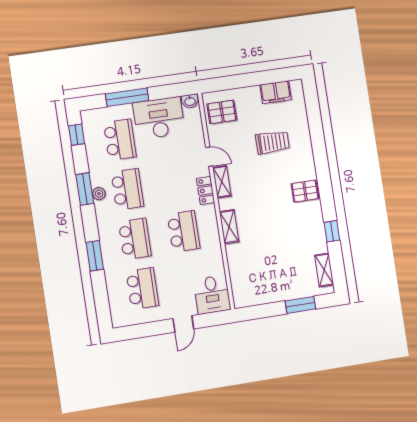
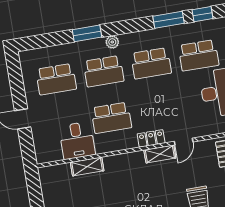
window: (85, 189) -> (168, 20), moved
plant: (99, 194) -> (112, 42), moved
shelving: (229, 227) -> (87, 167), moved
desk: (212, 295) -> (77, 140), moved, turned -90

